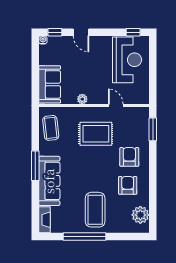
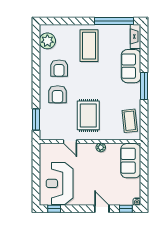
rug: (96, 134) -> (88, 115), turned 90
sofa: (49, 181) -> (131, 66), width x0.73
window: (85, 237) -> (114, 21), moved

